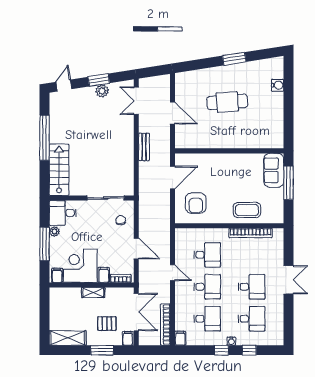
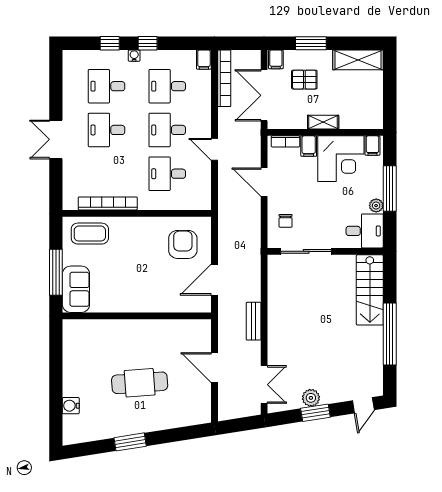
coffee table: (247, 210) -> (90, 234), moved

